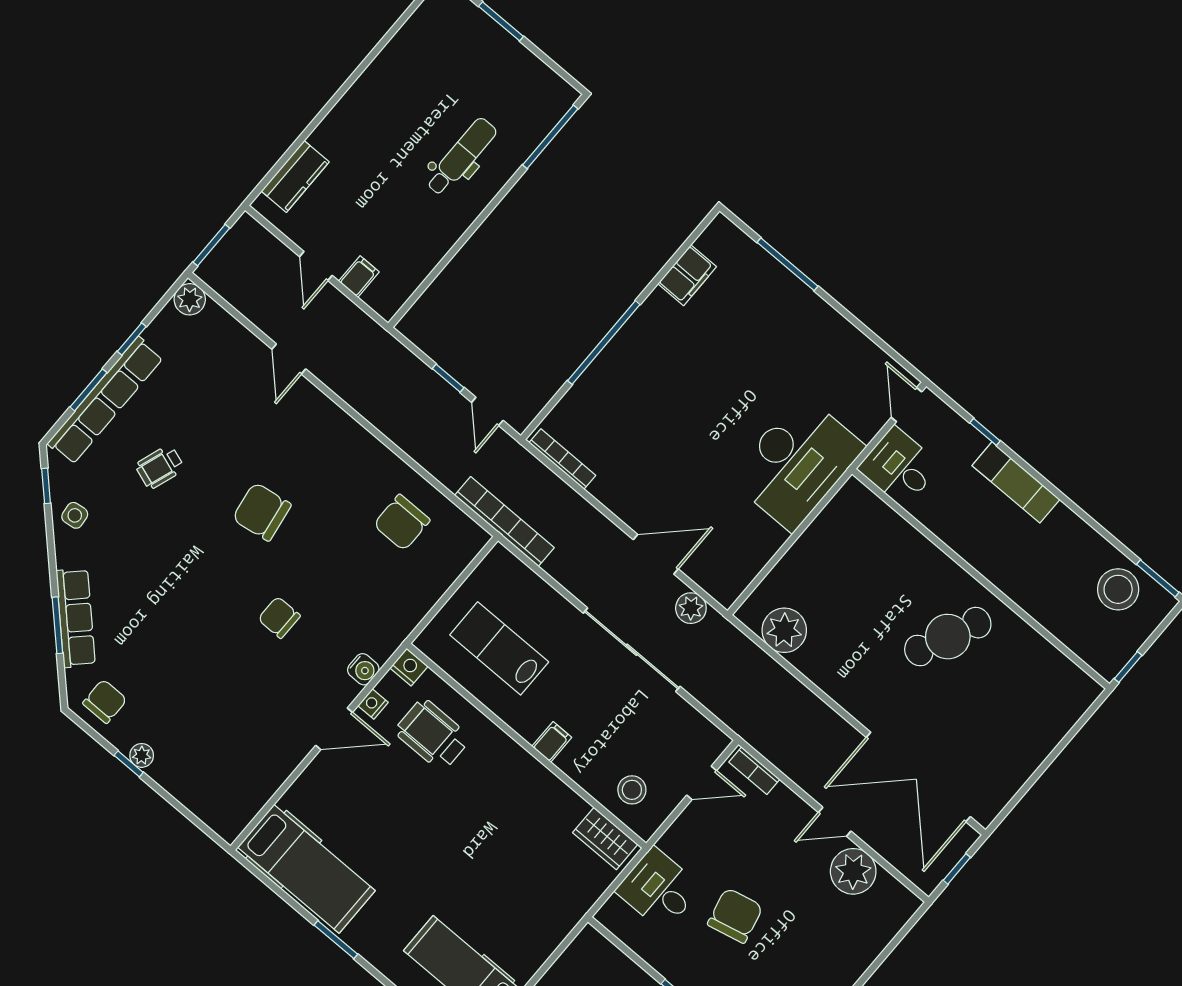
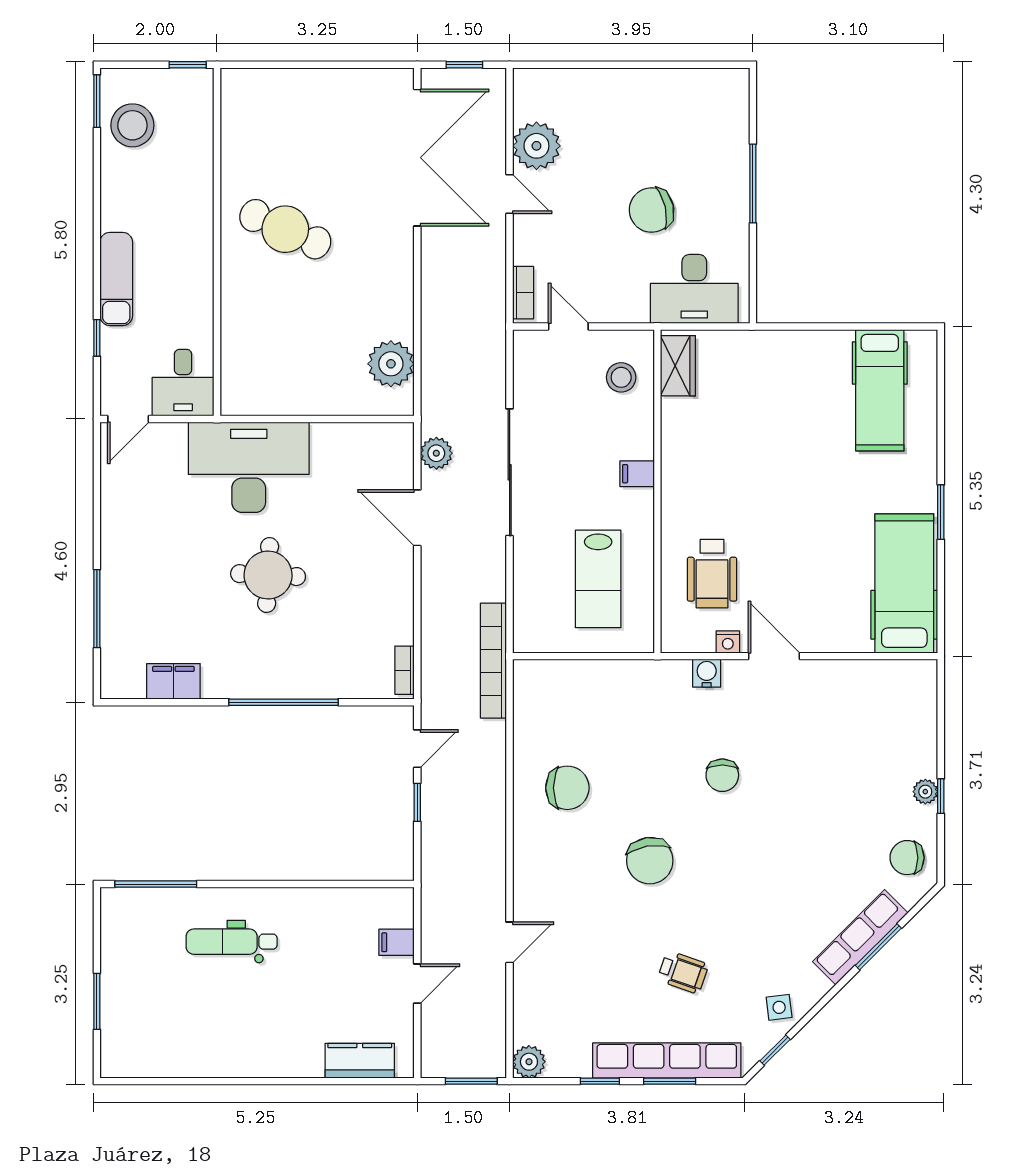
round table: (706, 410) -> (268, 575), added
bookcase: (562, 459) -> (404, 670), width x0.64
chair: (402, 522) -> (567, 788), moved
nightstand: (409, 667) -> (674, 638), removed
desk: (659, 889) -> (694, 289), width x1.37

